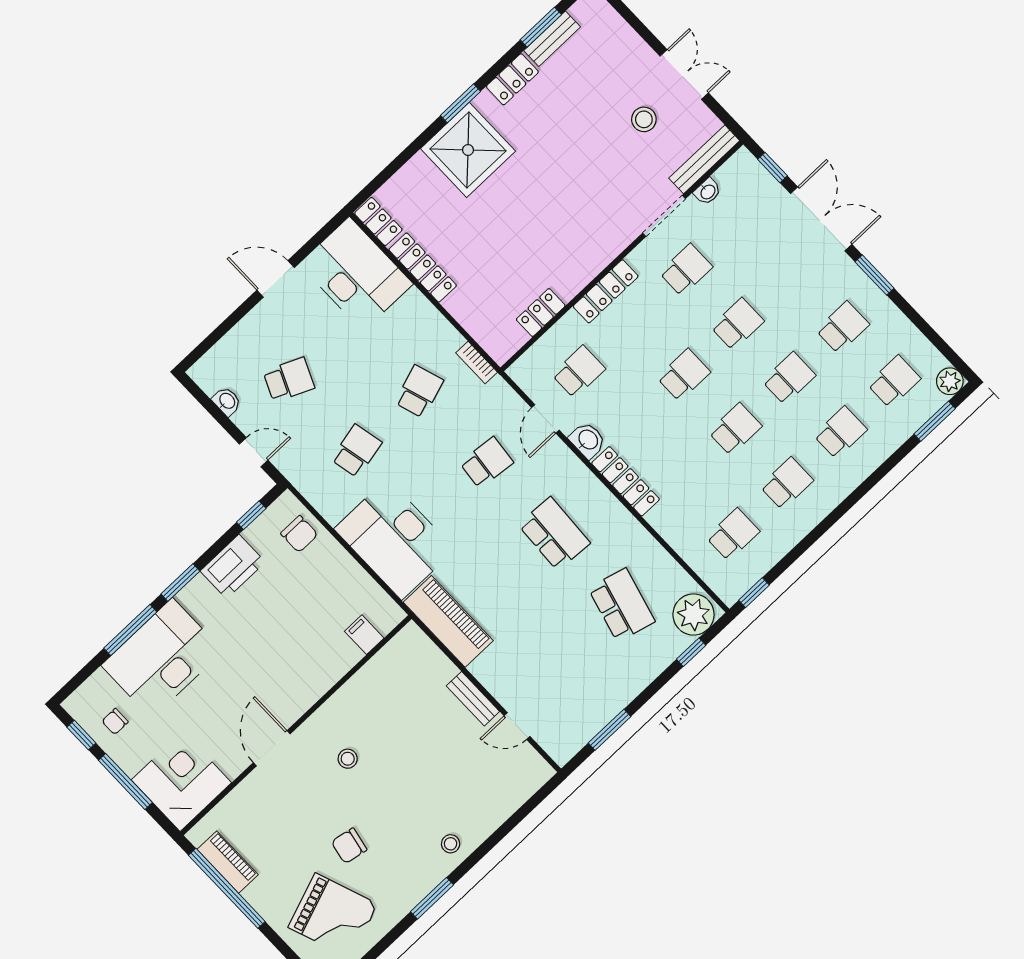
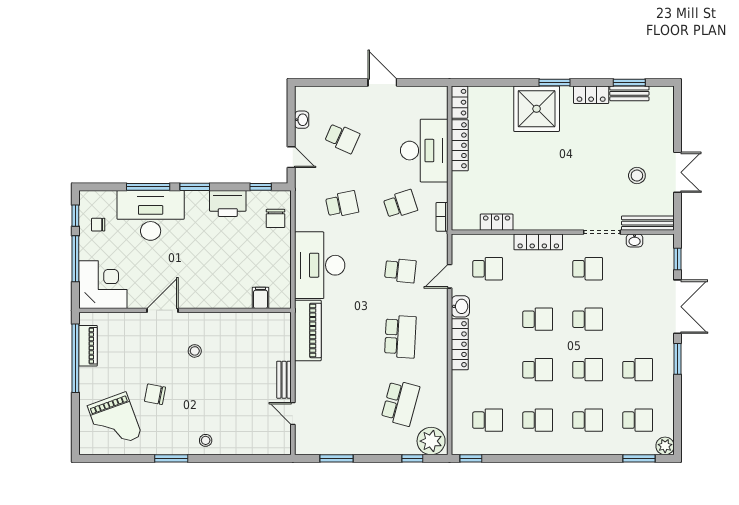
desk: (356, 274) -> (424, 151), moved

